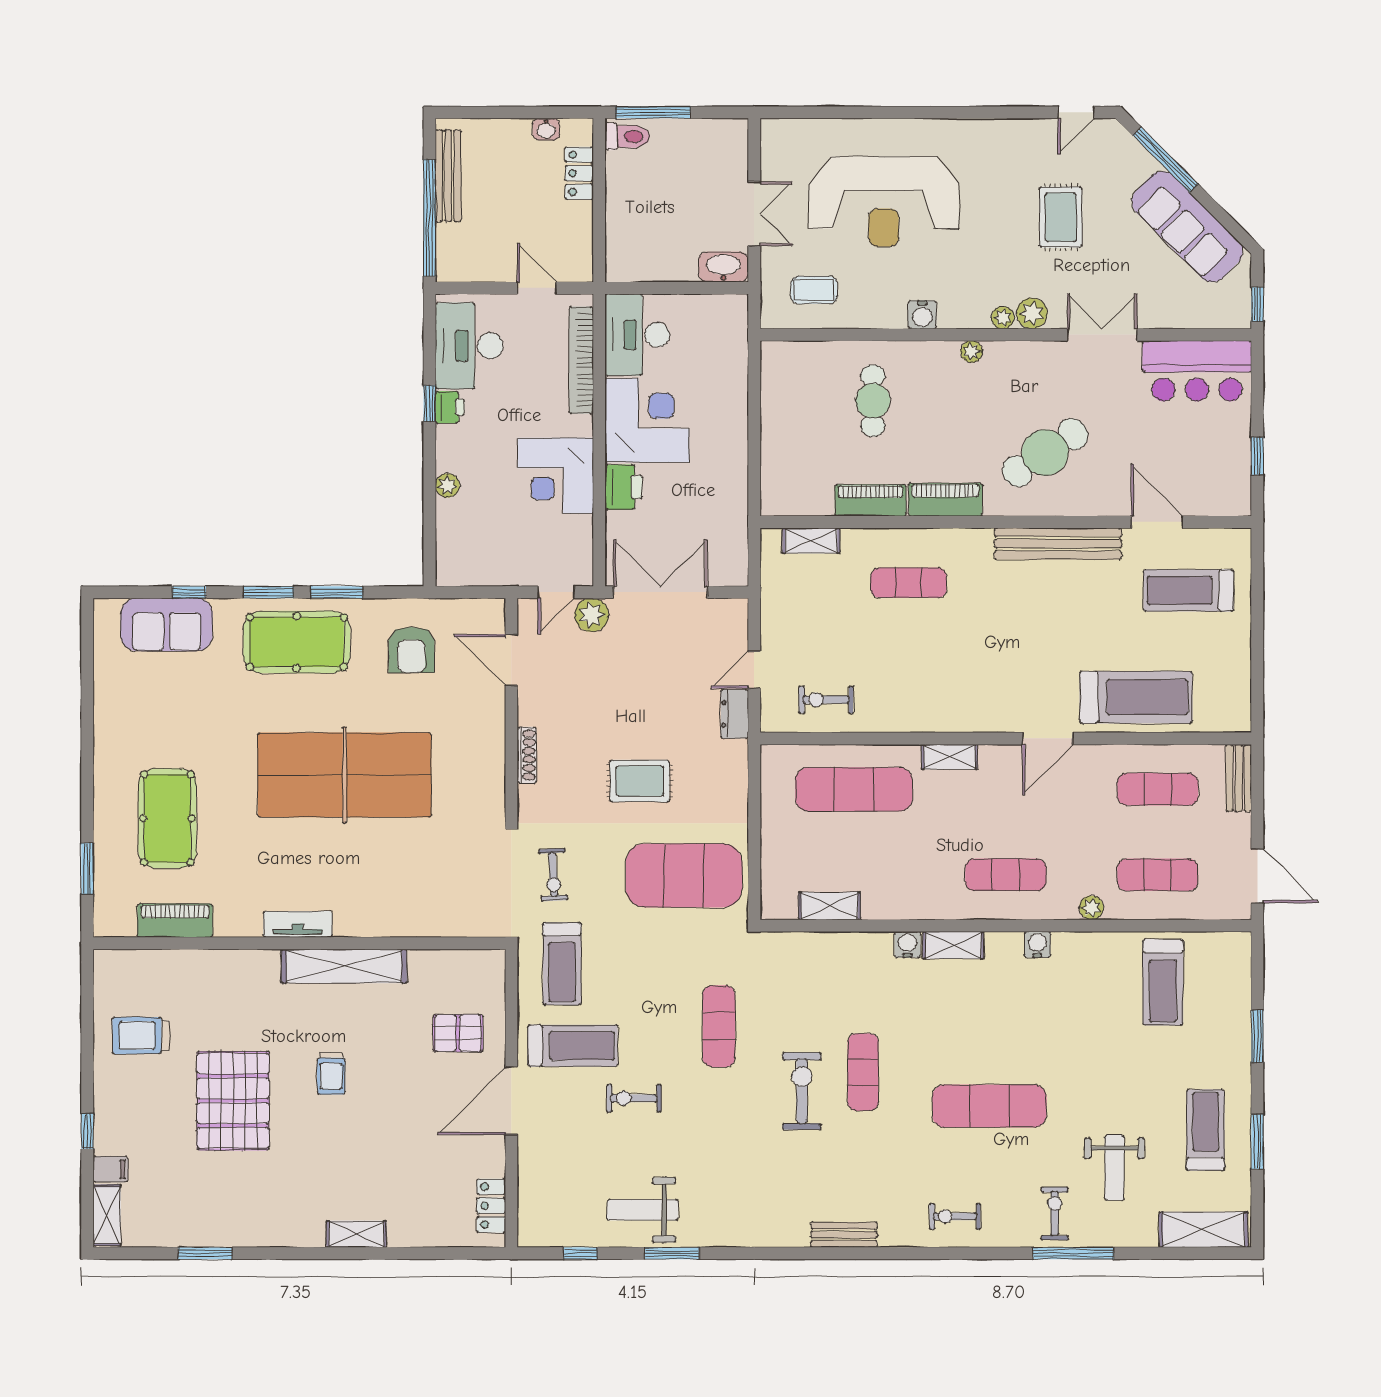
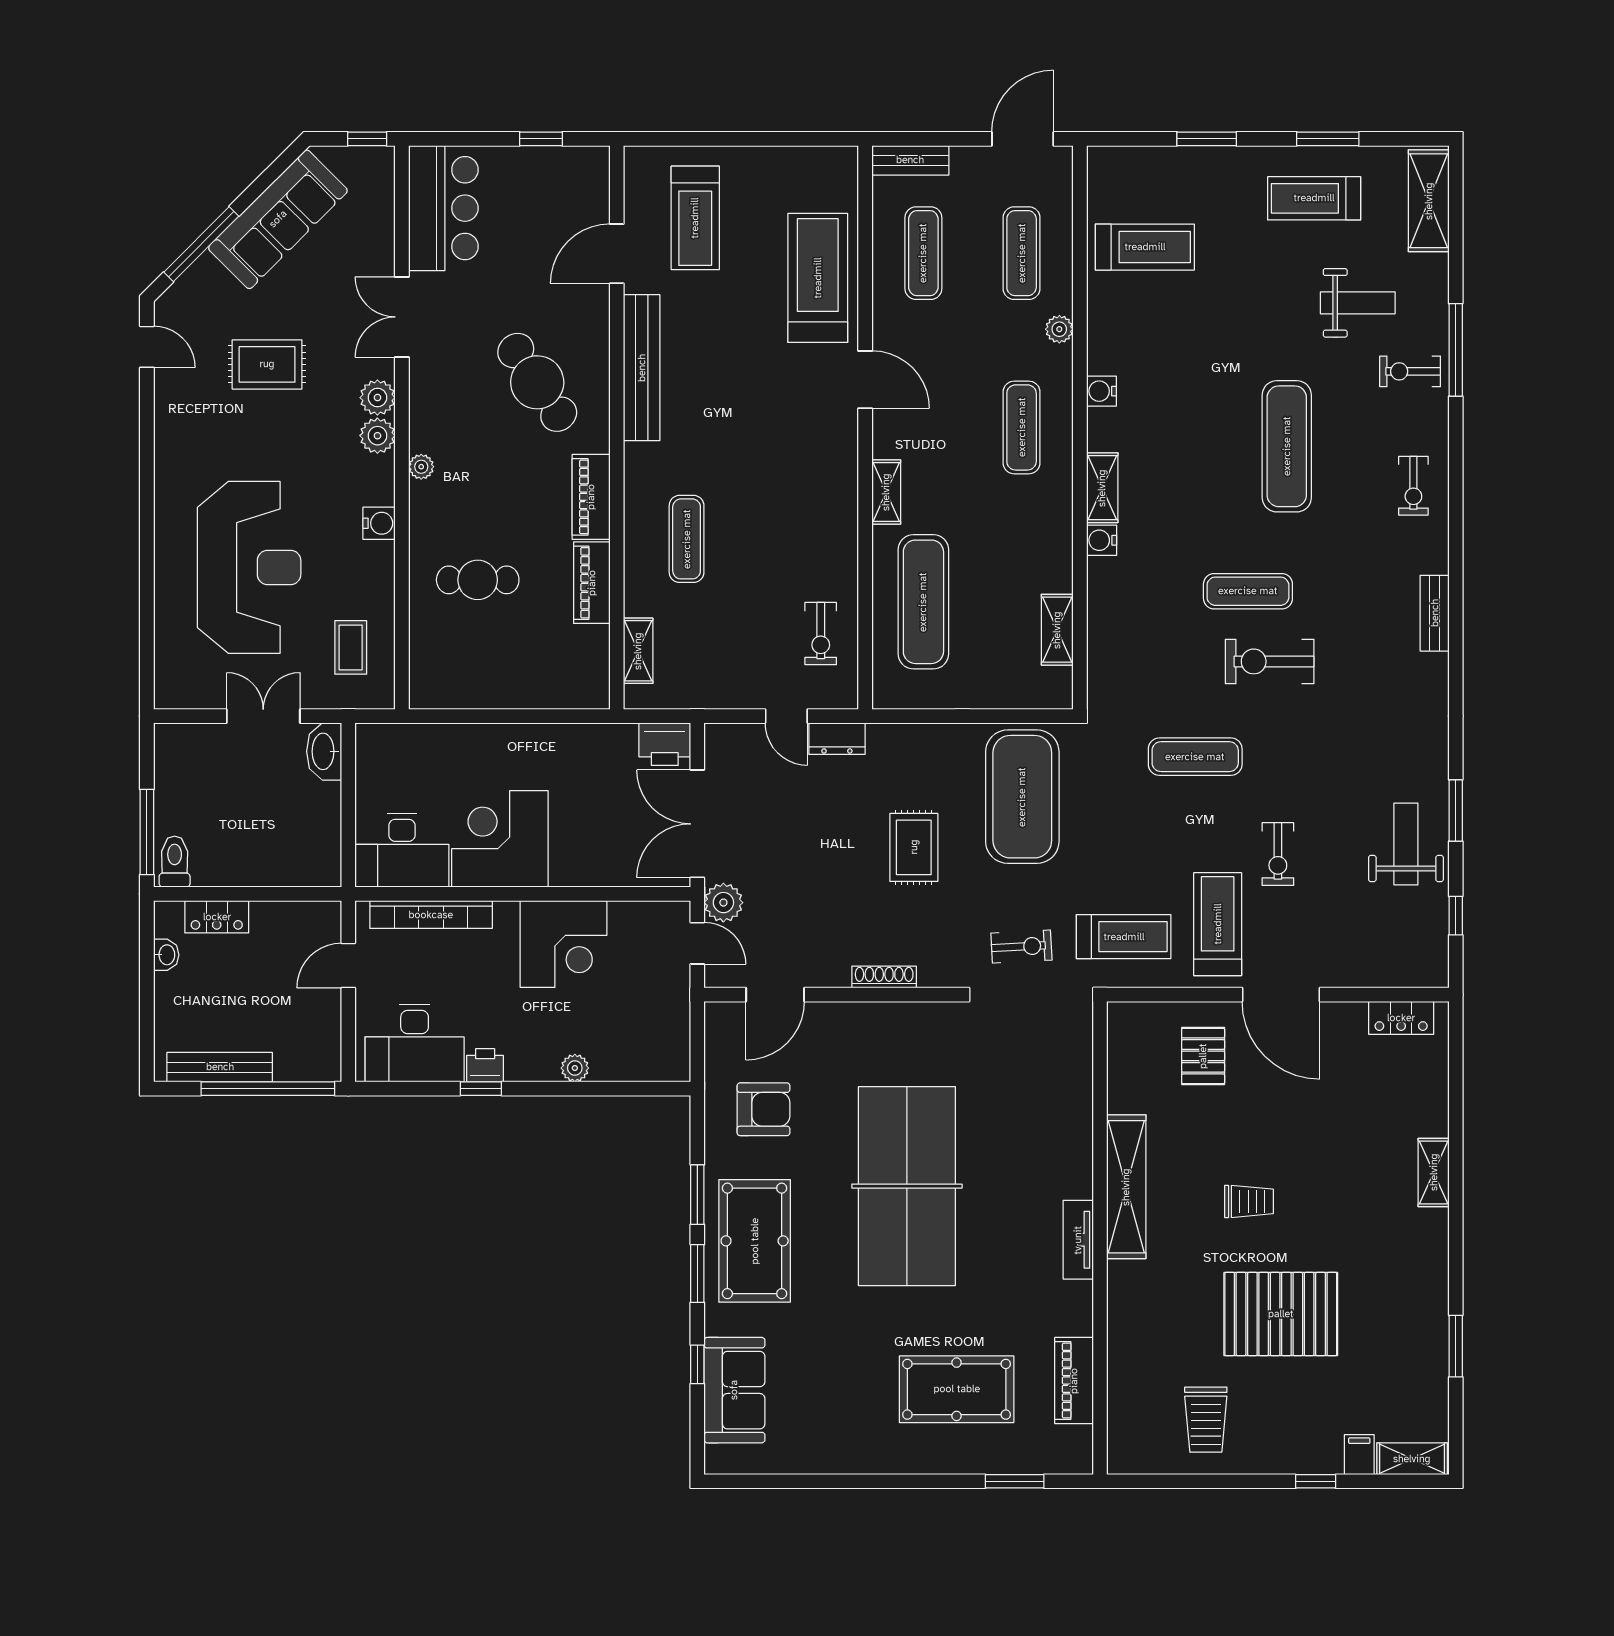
plant: (1003, 318) -> (377, 436), width x1.38, depth x1.38
printer: (624, 487) -> (665, 744), moved, turned 180
weight bench: (643, 1210) -> (1406, 844), turned 180

